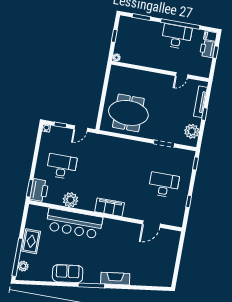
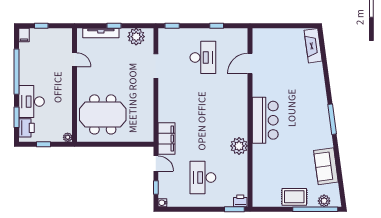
desk: (177, 36) -> (31, 102), moved
printer: (207, 49) -> (26, 128), moved, turned -90
meeting table: (128, 113) -> (103, 114), moved, turned 90
desk: (164, 185) -> (203, 57), turned 180
printer: (39, 190) -> (240, 201), width x0.53, depth x0.68
plant: (71, 200) -> (239, 146), moved
filing cabinet: (110, 207) -> (166, 139), moved, turned 180
bar counter: (74, 223) -> (265, 120), moved, width x0.73
door: (151, 224) -> (250, 63), swing flipped
sofa: (68, 274) -> (326, 166), moved
fireplace: (115, 279) -> (313, 46), moved

